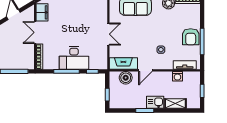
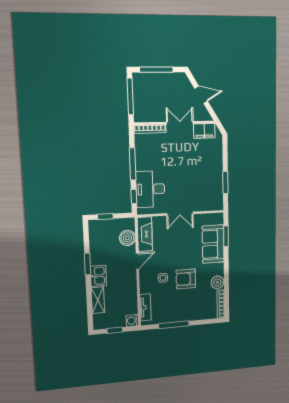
armchair: (191, 37) -> (186, 279), moved
desk: (74, 58) -> (150, 189), moved
door: (145, 70) -> (137, 261), swing flipped
washing machine: (177, 76) -> (132, 321), moved

